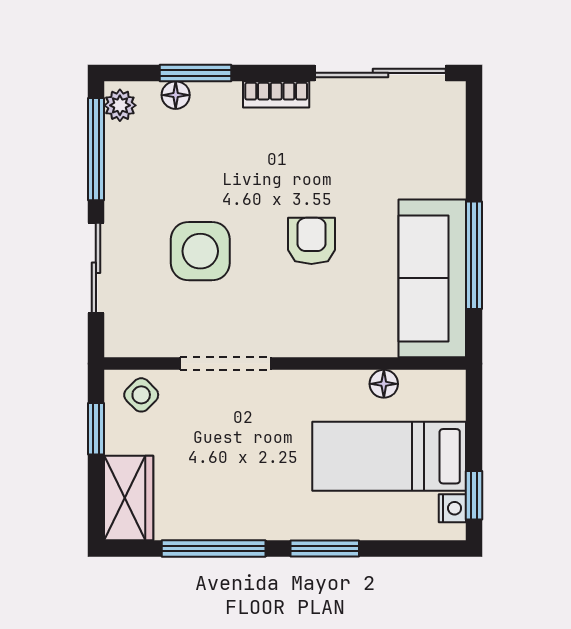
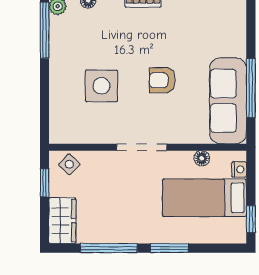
armchair: (311, 241) -> (162, 80), turned -90
sliding door: (96, 268) -> (45, 95), removed
doorway: (225, 364) -> (142, 147), moved
nightstand: (452, 508) -> (239, 169), moved

